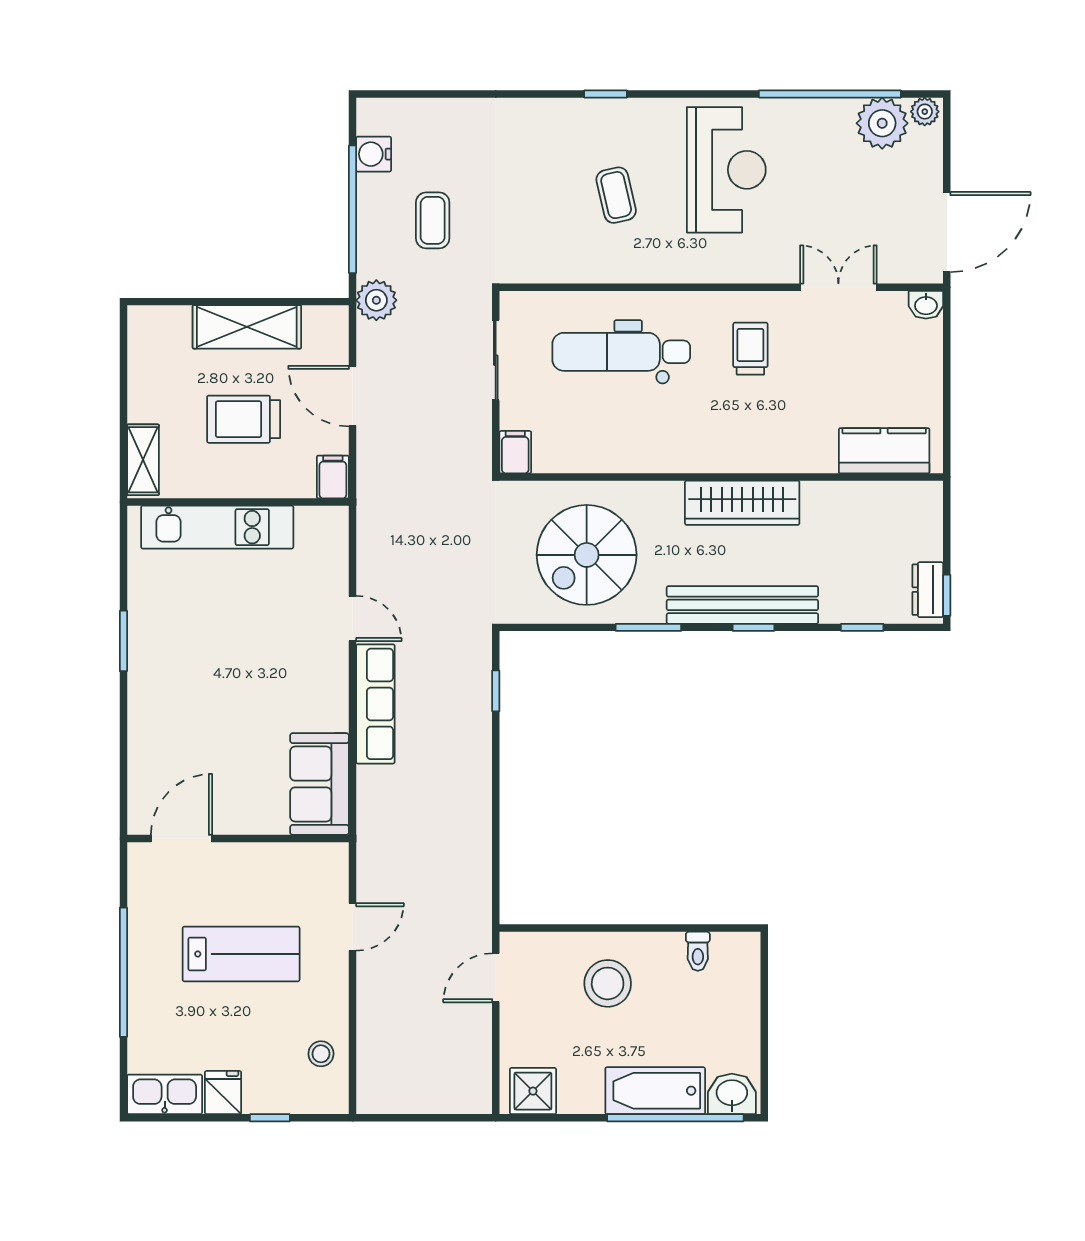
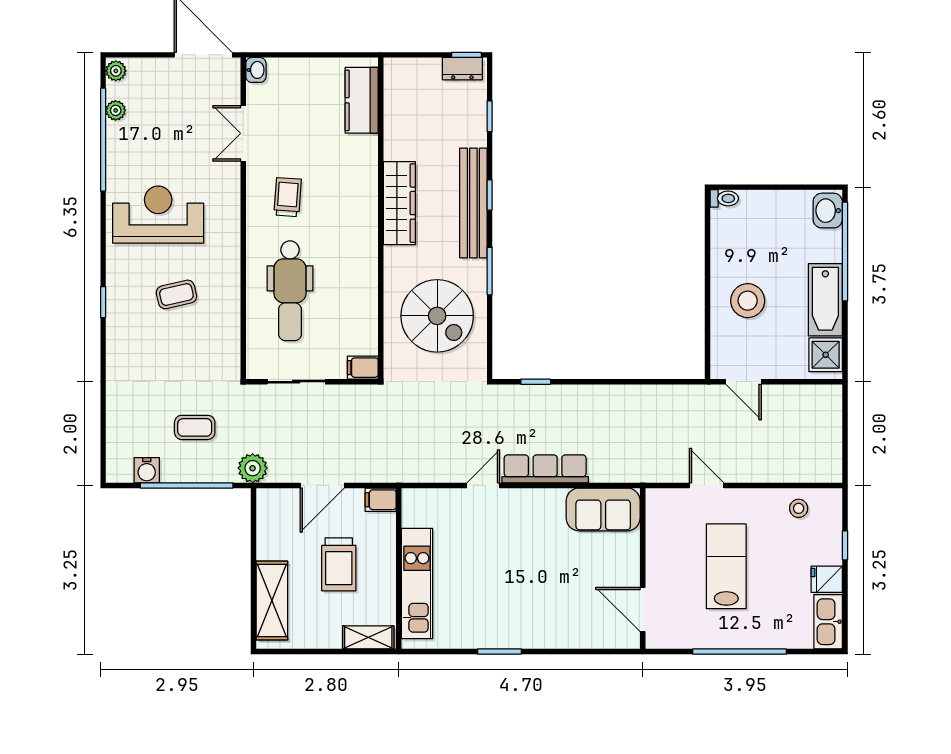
plant: (882, 123) -> (116, 110), width x0.53, depth x0.53
shelving: (247, 327) -> (272, 600), moved
trolley: (750, 349) -> (288, 197), turned 94
toilet: (698, 951) -> (724, 198), moved
bathtub: (655, 1091) -> (825, 300), moved

